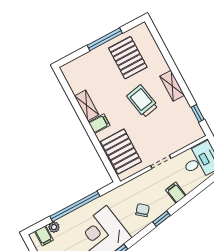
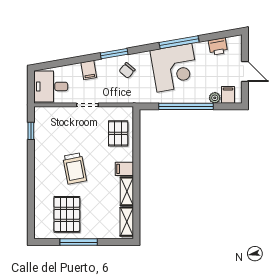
shelving: (172, 86) -> (127, 222), moved
pallet: (121, 152) -> (118, 133), width x0.67, depth x0.71
window: (161, 219) -> (114, 54), width x1.50

